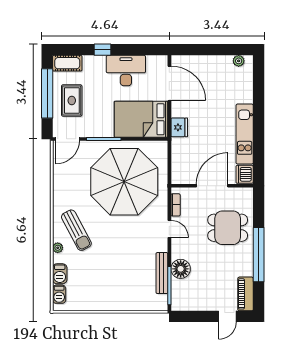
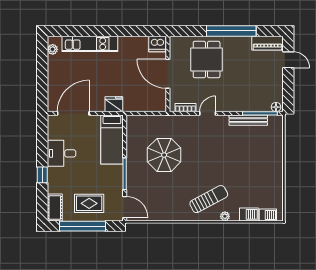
desk: (126, 71) -> (61, 153), width x0.73
bed: (141, 119) -> (112, 139), width x0.67
kitchen unit: (245, 134) -> (90, 44), moved
parasol: (124, 182) -> (164, 155), width x0.54, depth x0.54
floor lamp: (181, 269) -> (276, 107), moved, width x0.53, depth x0.53

